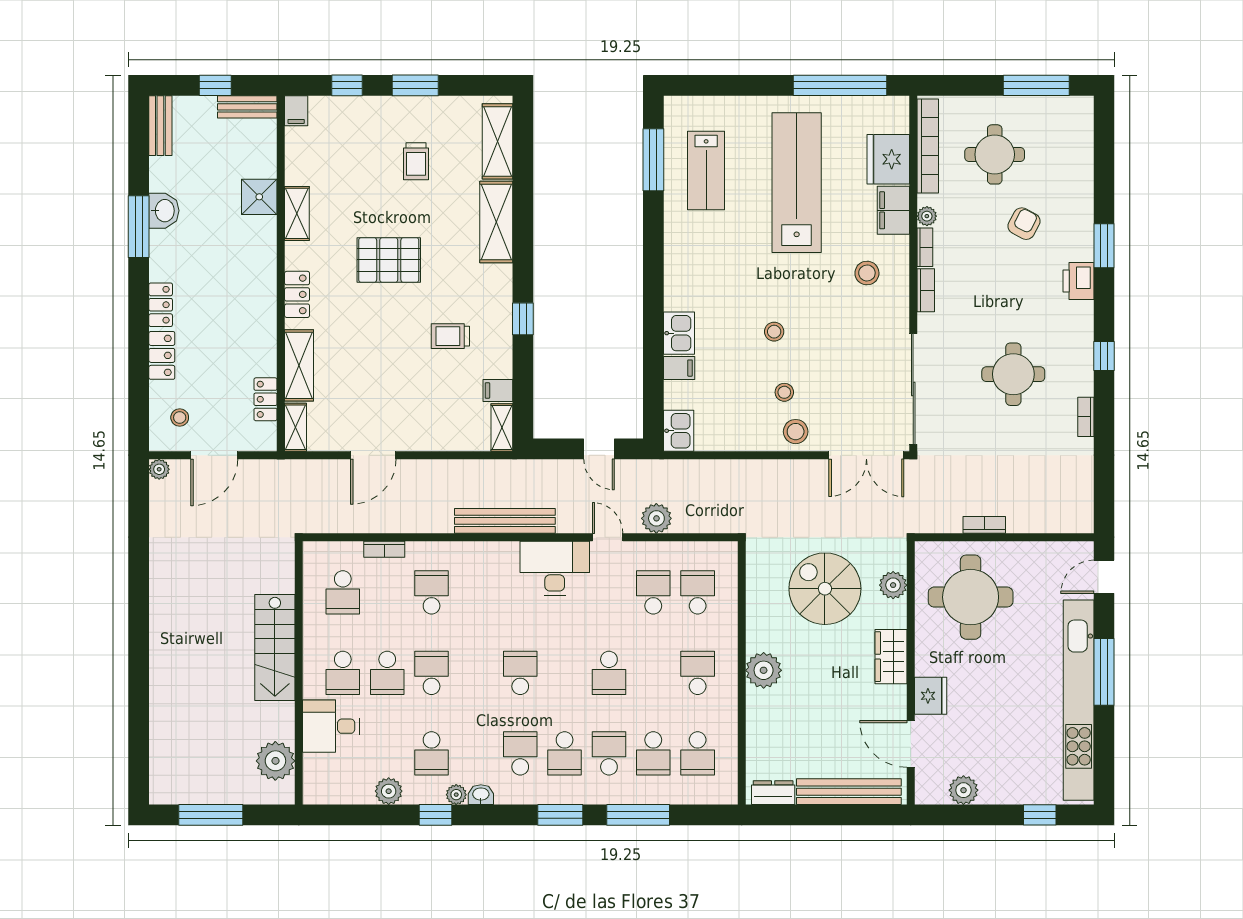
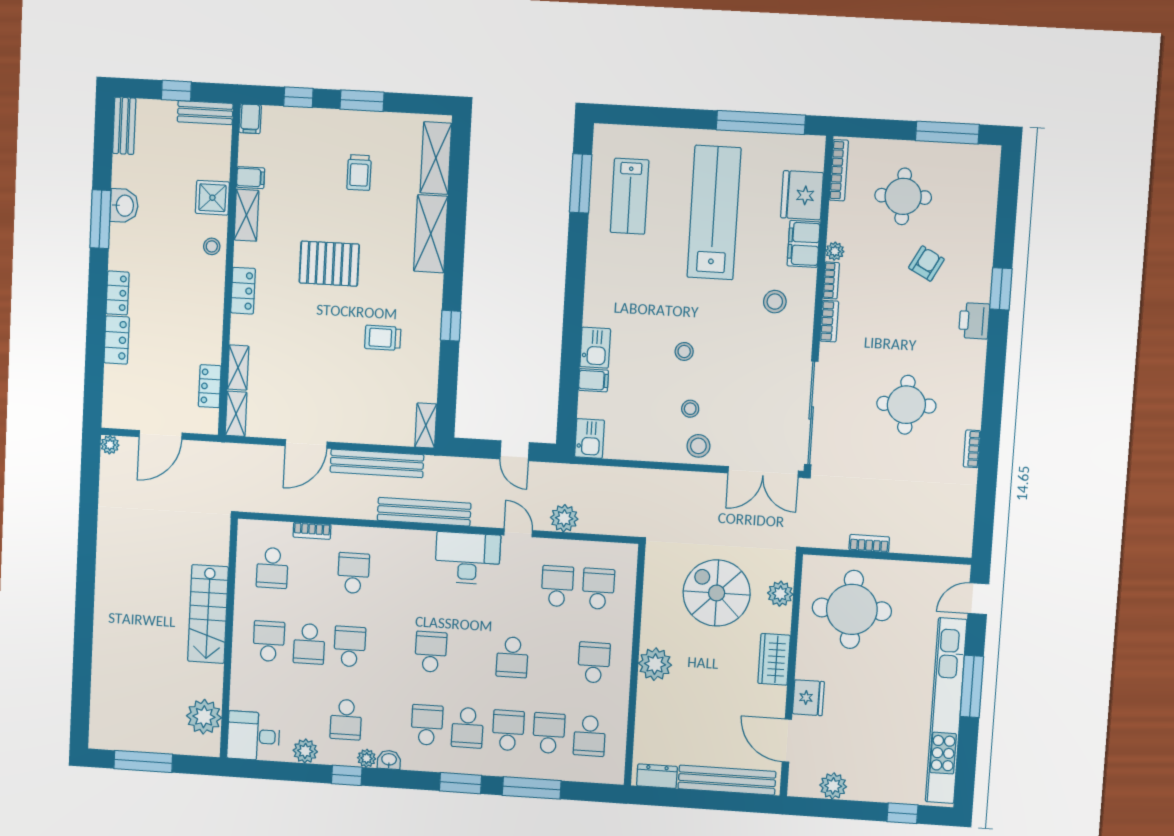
bookcase: (928, 146) -> (839, 170), width x0.68, depth x0.76
window: (1104, 356) -> (993, 393), removed
shelving: (299, 365) -> (238, 368), width x0.67, depth x0.75
filing cabinet: (498, 391) -> (251, 178), moved, turned 180
stool: (180, 417) -> (212, 246), moved
bench: (451, 472) -> (377, 463), added
school desk: (343, 673) -> (269, 641), turned 180
desk: (331, 726) -> (253, 736), moved
school desk: (653, 753) -> (549, 733), turned 180

